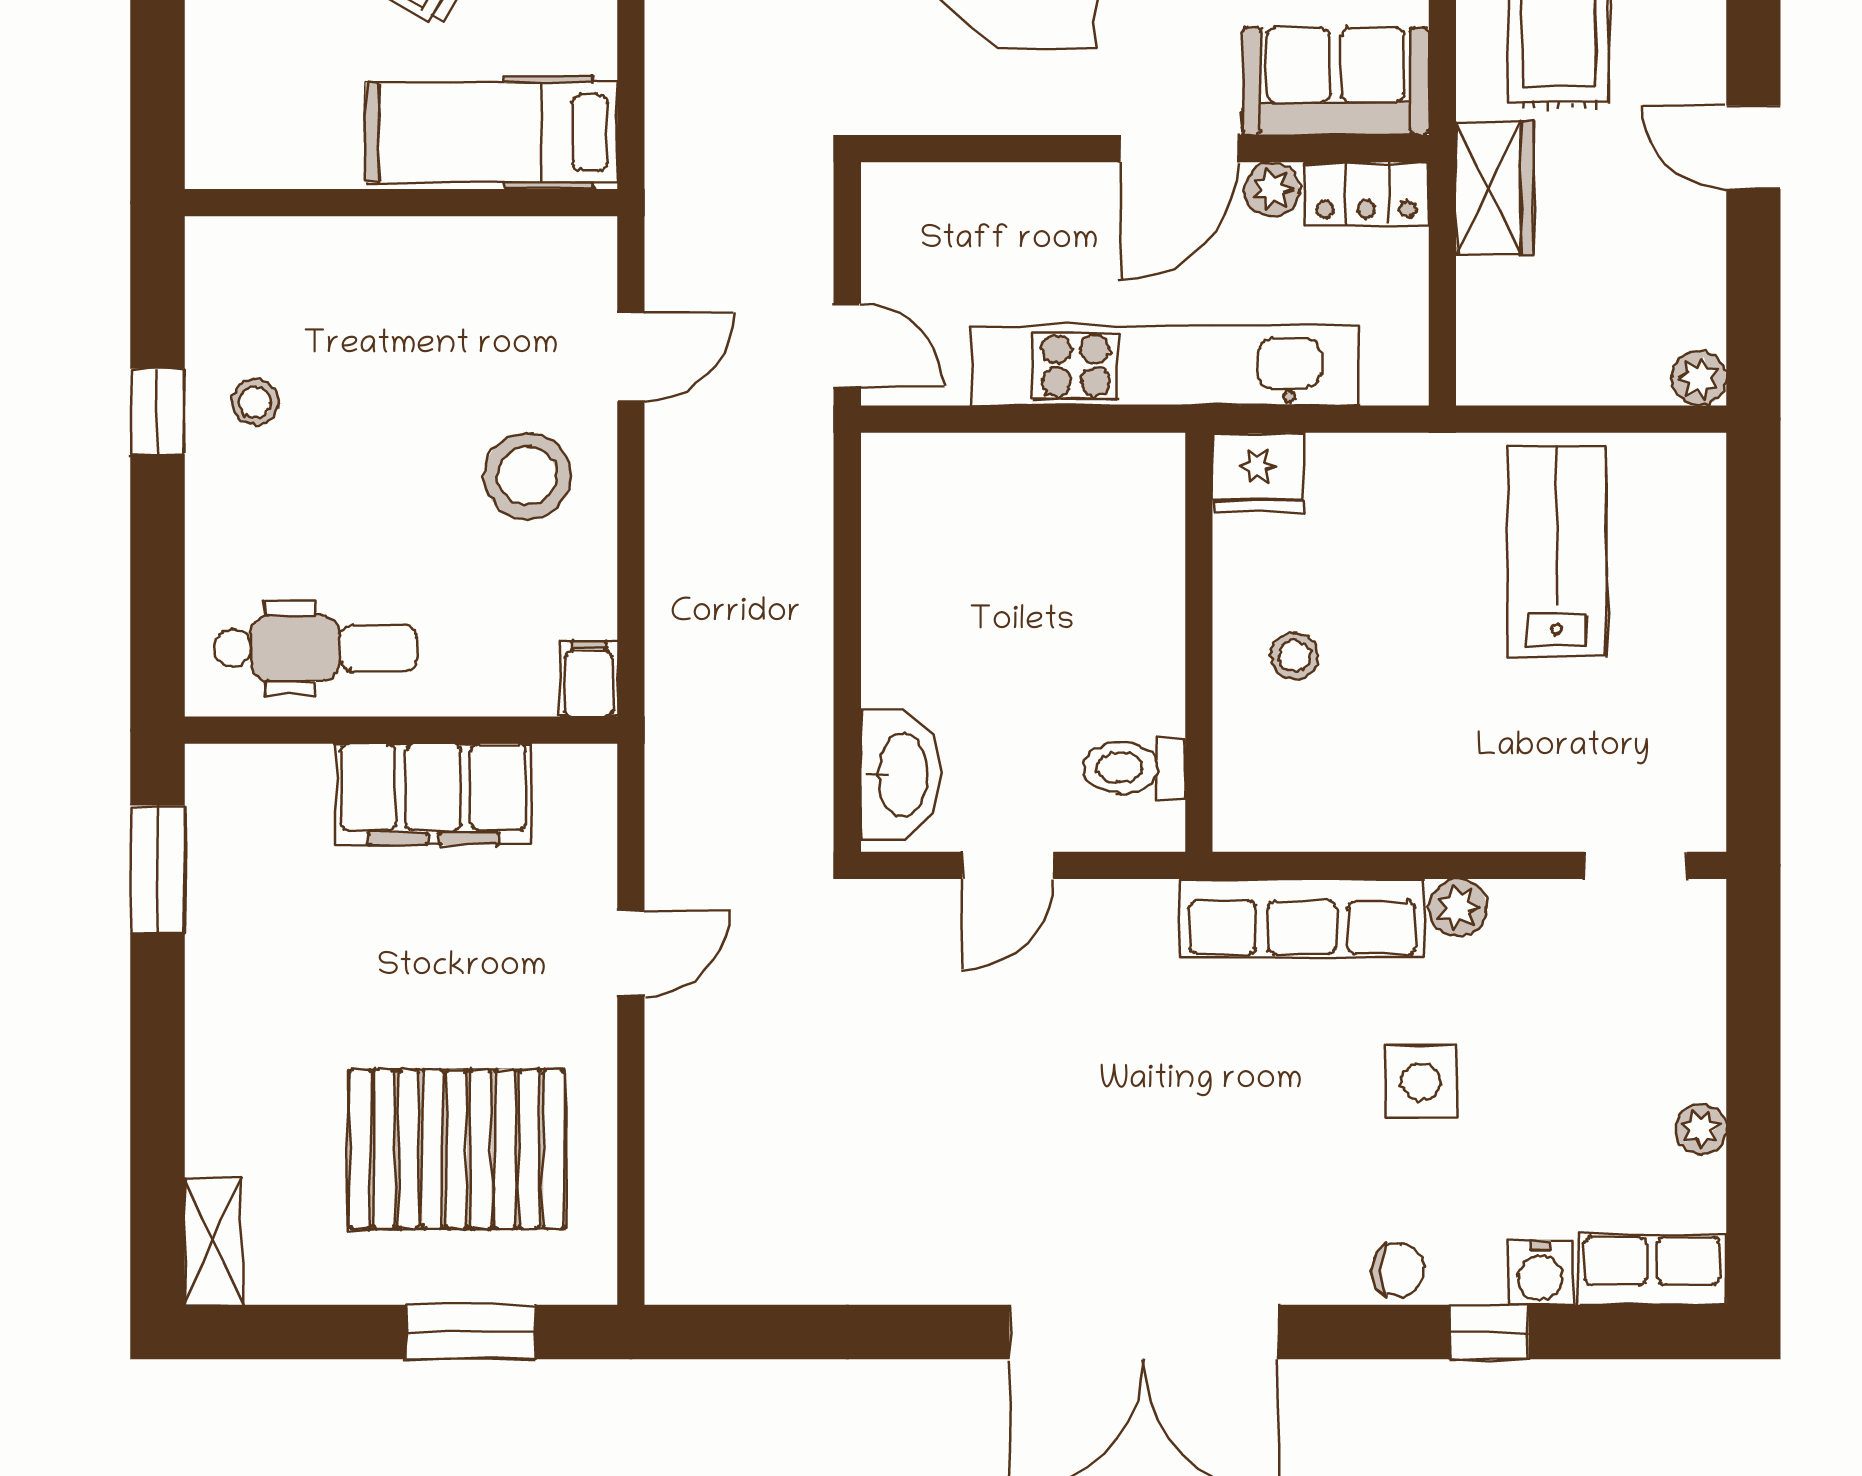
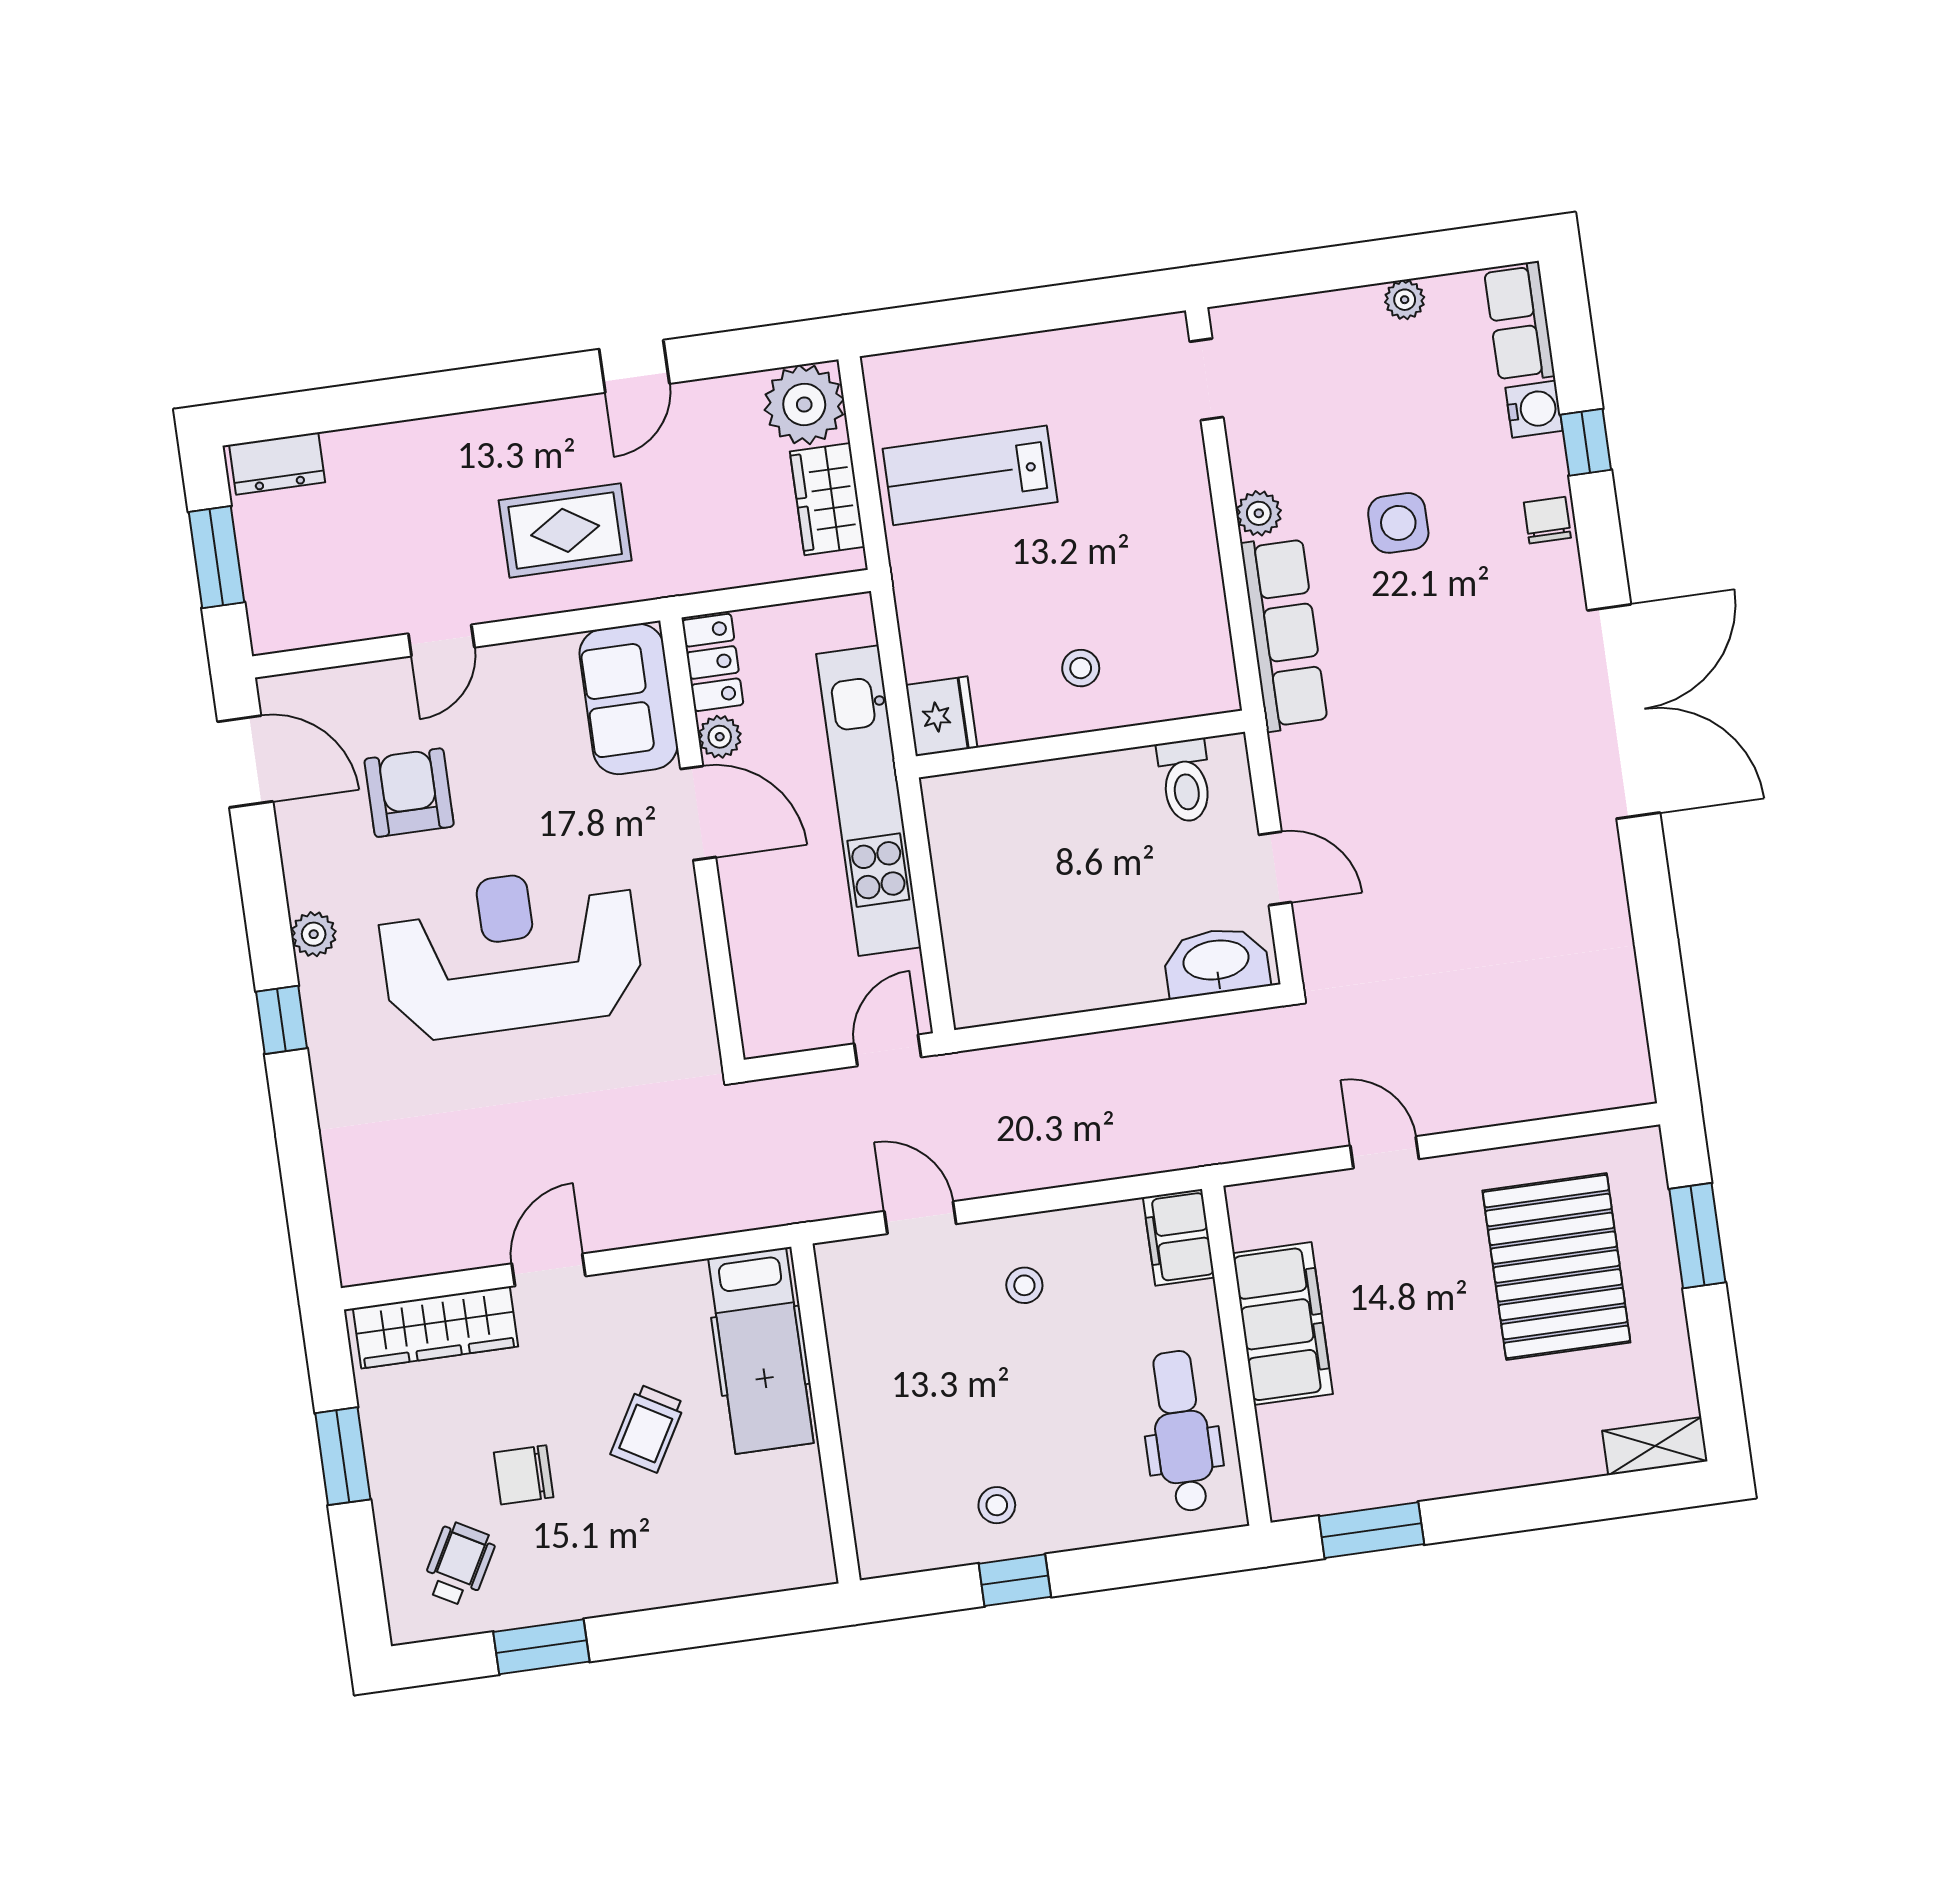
wardrobe: (1495, 188) -> (827, 499), moved, turned -90
plant: (1699, 378) -> (804, 404), width x1.88, depth x1.88
stool: (527, 476) -> (1024, 1285), width x0.53, depth x0.53
filing cabinet: (589, 679) -> (1179, 1237), width x2.00

